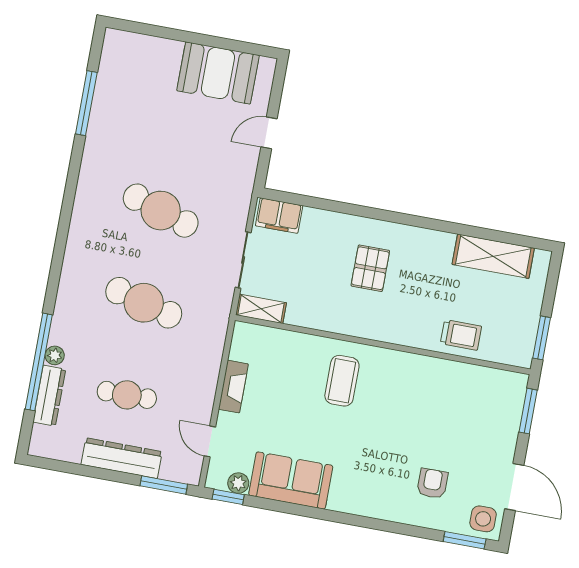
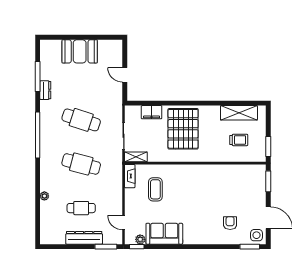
booth: (218, 73) -> (80, 51), moved
door: (269, 133) -> (125, 75), hinge flipped
filing cabinet: (279, 216) -> (152, 112), moved
pallet: (370, 268) -> (183, 129), width x2.05, depth x2.00
trolley: (461, 335) -> (239, 140), moved
window: (39, 362) -> (38, 135), moved
coffee table: (342, 381) -> (155, 189), moved
fireplace: (233, 387) -> (130, 176), moved
dresser: (49, 396) -> (45, 90), moved, width x0.70

